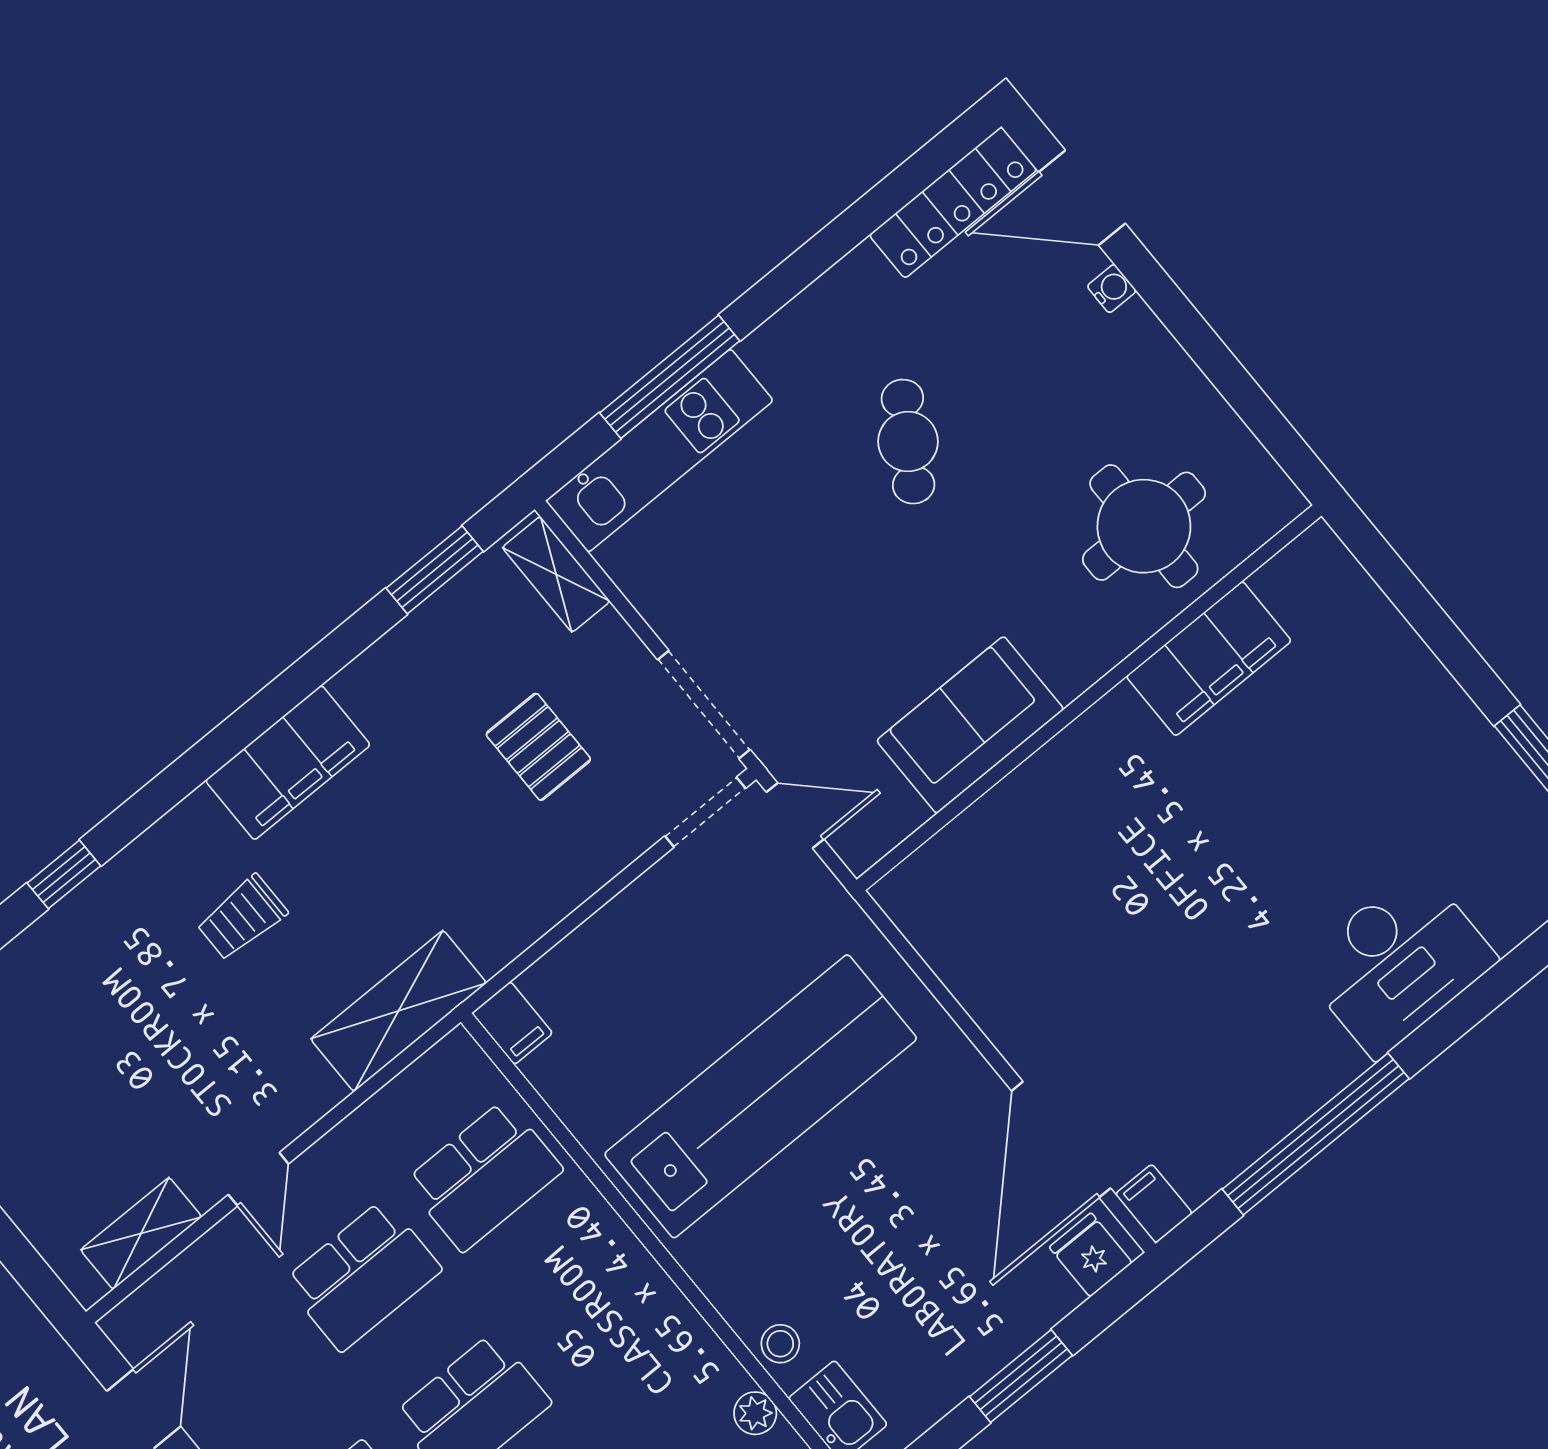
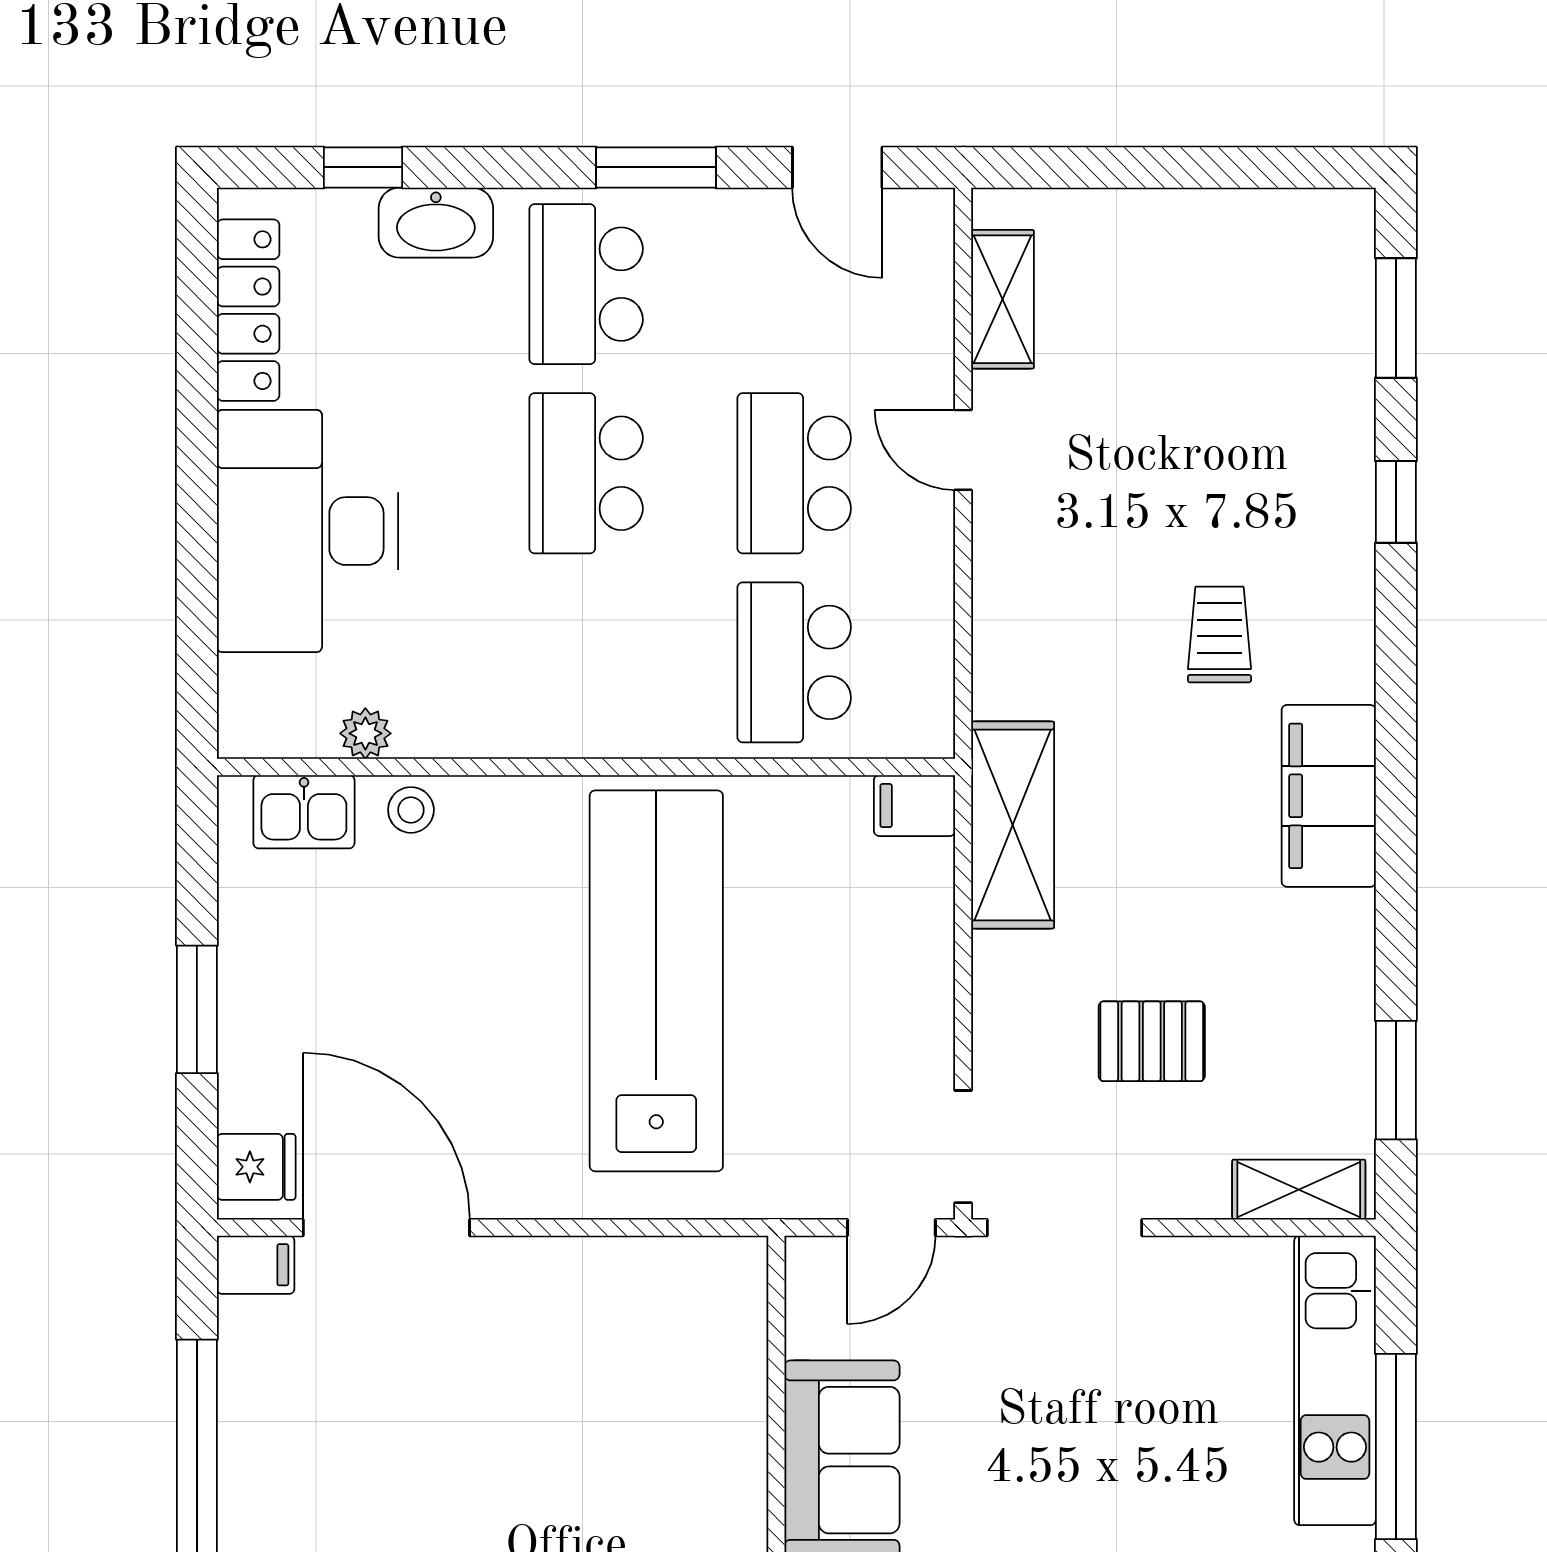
shelving: (399, 1011) -> (1013, 825), moved
lab bench: (761, 1096) -> (656, 981), turned 180

